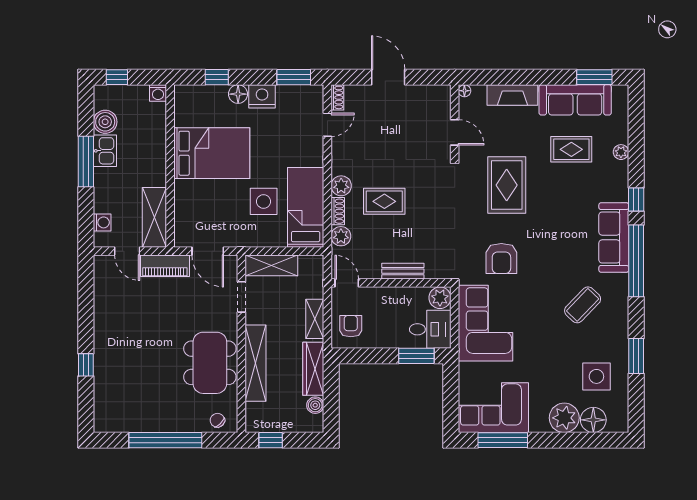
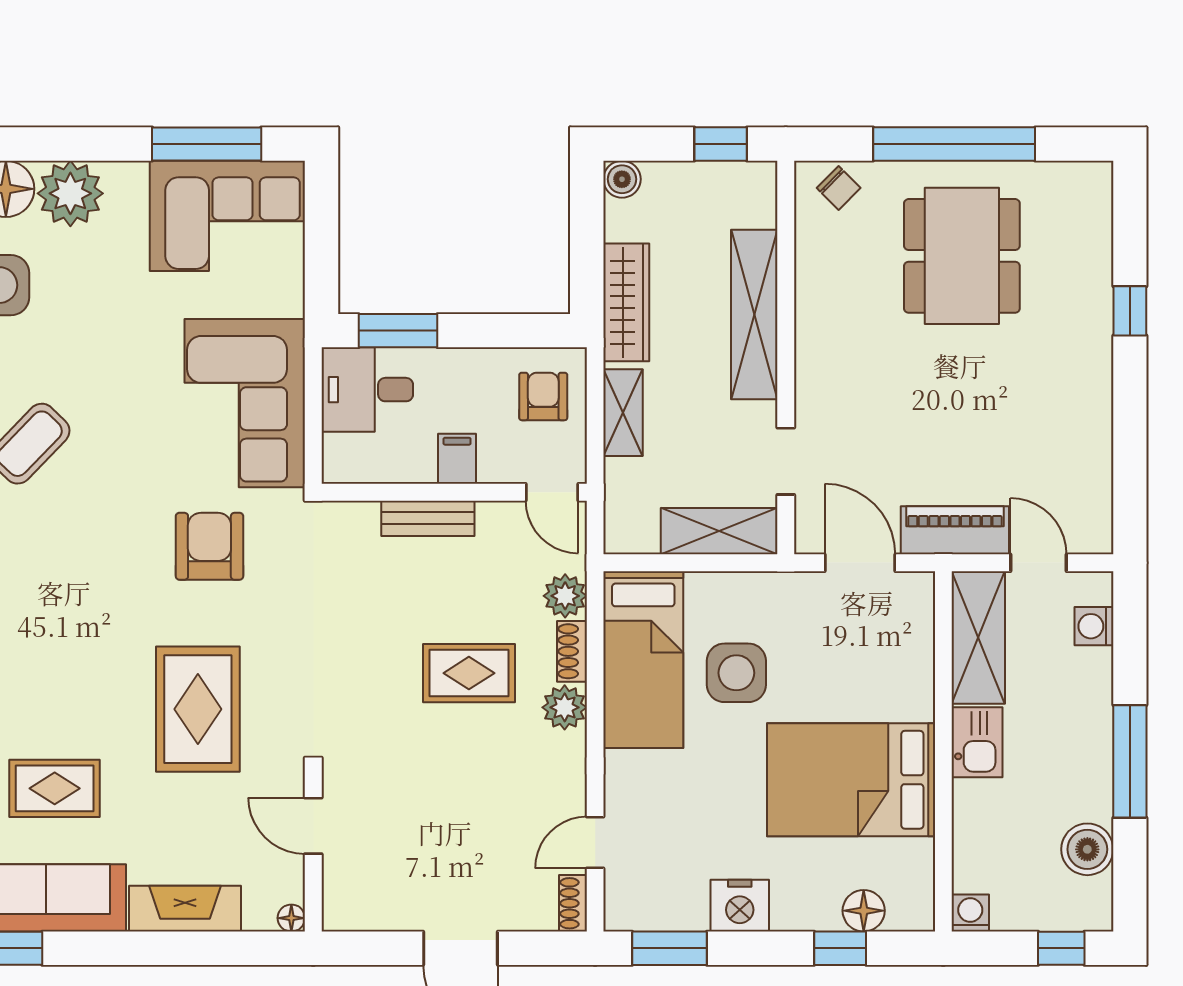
floor lamp: (238, 94) -> (864, 911), moved
kitchen sink: (105, 151) -> (977, 742), moved, turned 180
filing cabinet: (390, 298) -> (457, 459), added
plant: (440, 298) -> (346, 459), removed
armchair: (351, 326) -> (543, 396), turned 180
dining table: (210, 363) -> (962, 256), moved
boiler: (315, 405) -> (622, 179), moved

